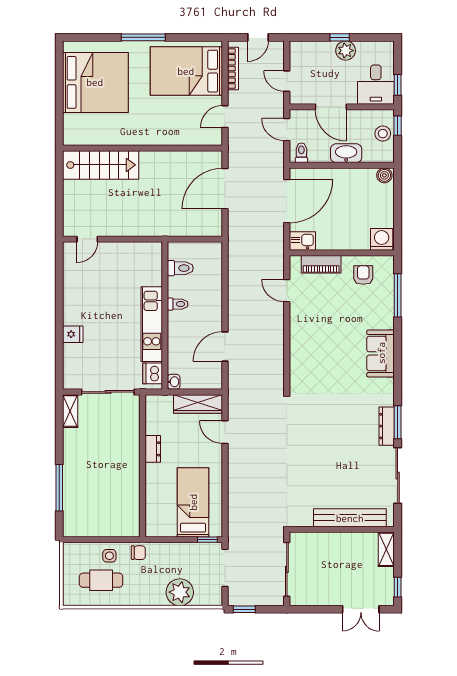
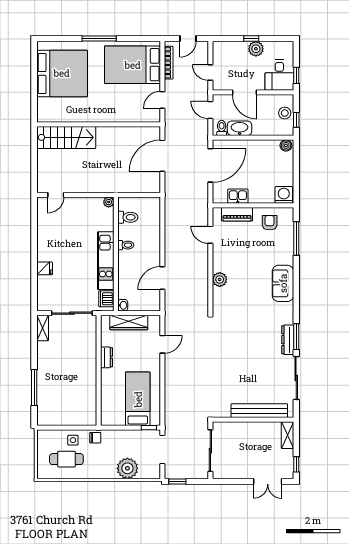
window: (398, 126) -> (296, 120), moved
washbasin: (346, 153) -> (240, 128), moved
kitchen sink: (302, 241) -> (238, 196), moved
plant: (156, 248) -> (109, 202), added
plant: (299, 348) -> (220, 279), added
wardrobe: (198, 404) -> (129, 323), moved
door: (225, 432) -> (162, 344), swing flipped

